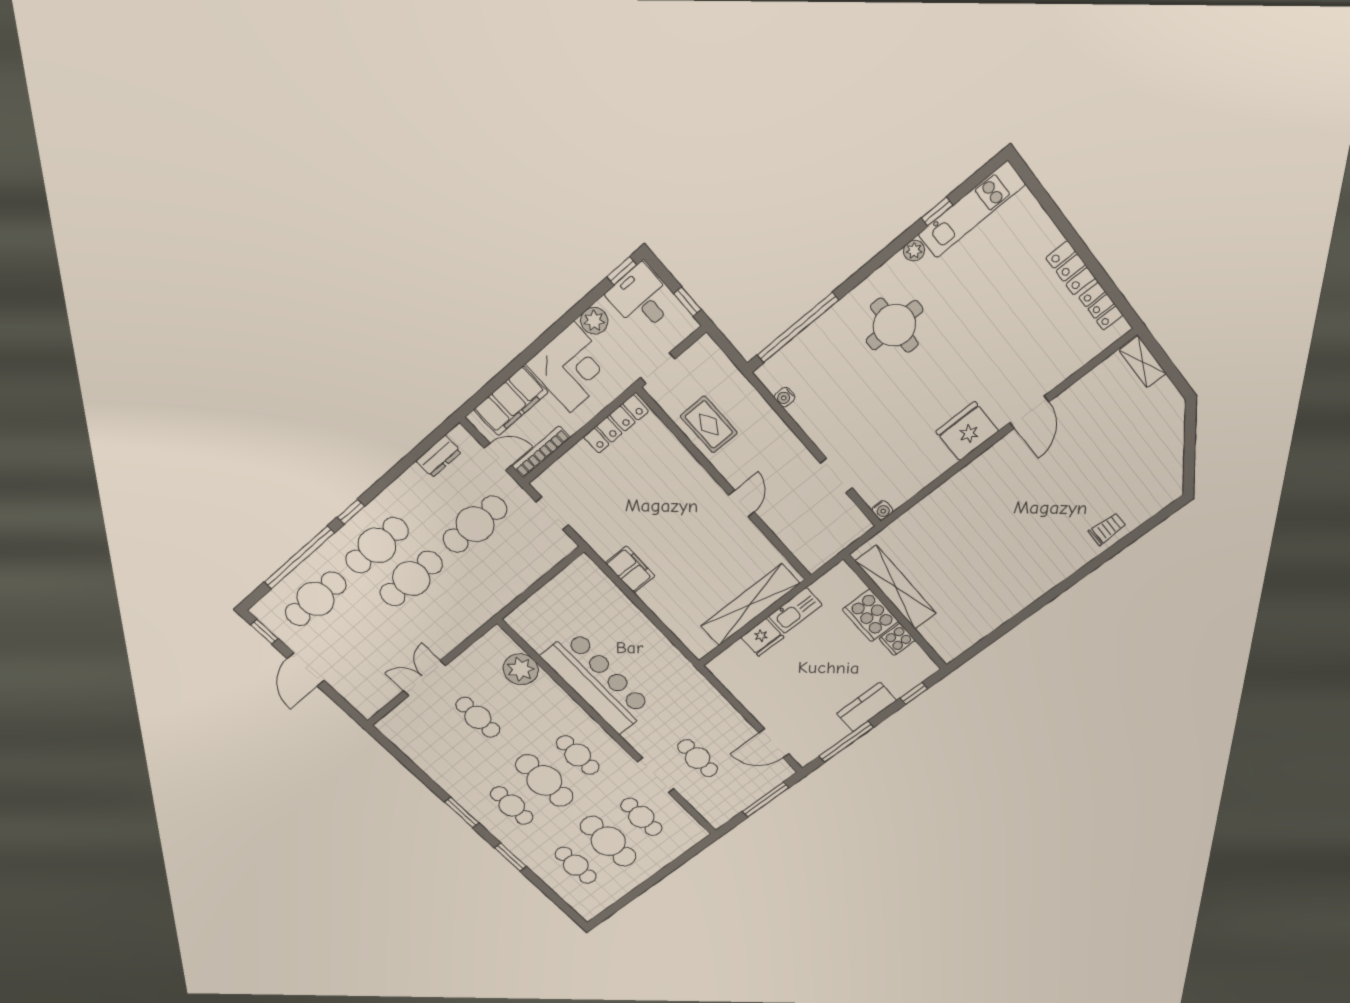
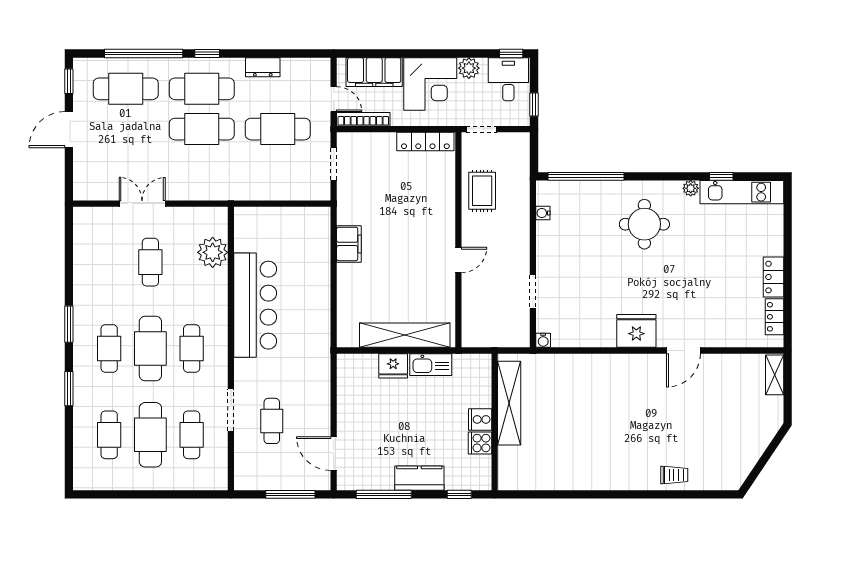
dresser: (439, 456) -> (263, 67), moved
cooker: (870, 615) -> (480, 419), width x0.53, depth x0.76

